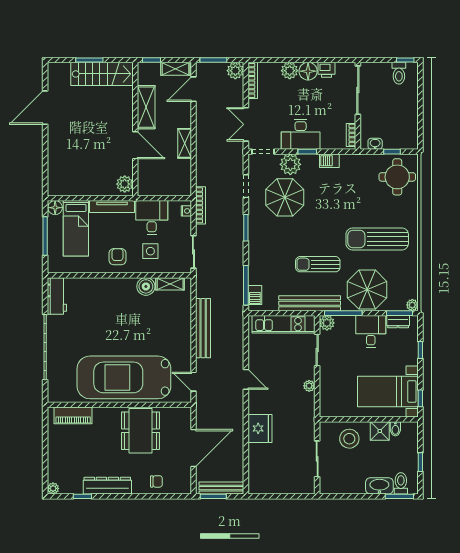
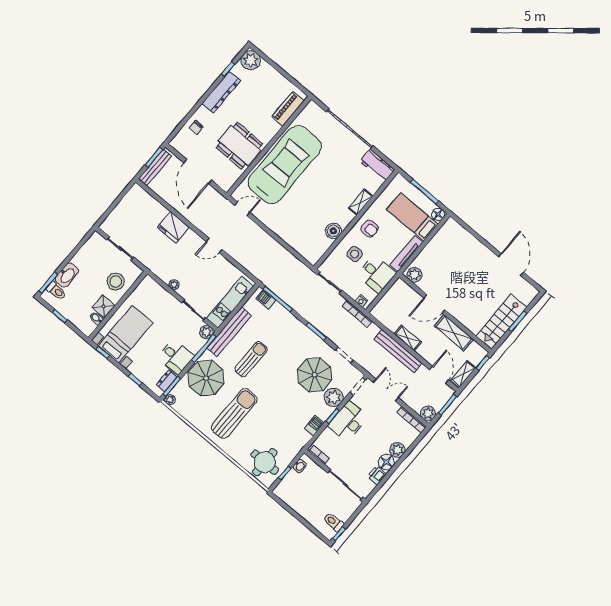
shelving: (170, 284) -> (361, 202), moved
bench: (203, 328) -> (398, 351), moved
plant: (53, 488) -> (251, 60), width x1.88, depth x1.88

